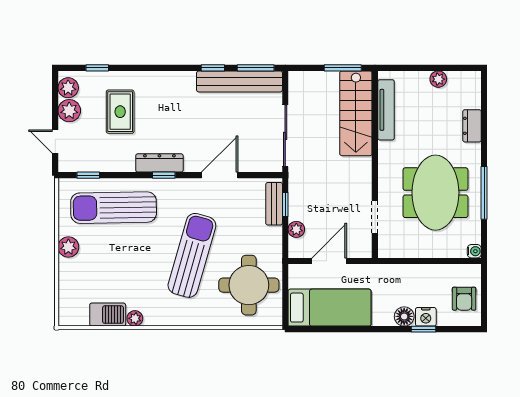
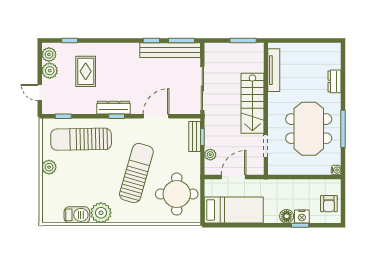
plant: (438, 79) -> (311, 48), removed
stairs: (356, 113) -> (252, 103), moved
plant: (135, 318) -> (101, 213), width x1.88, depth x1.88

